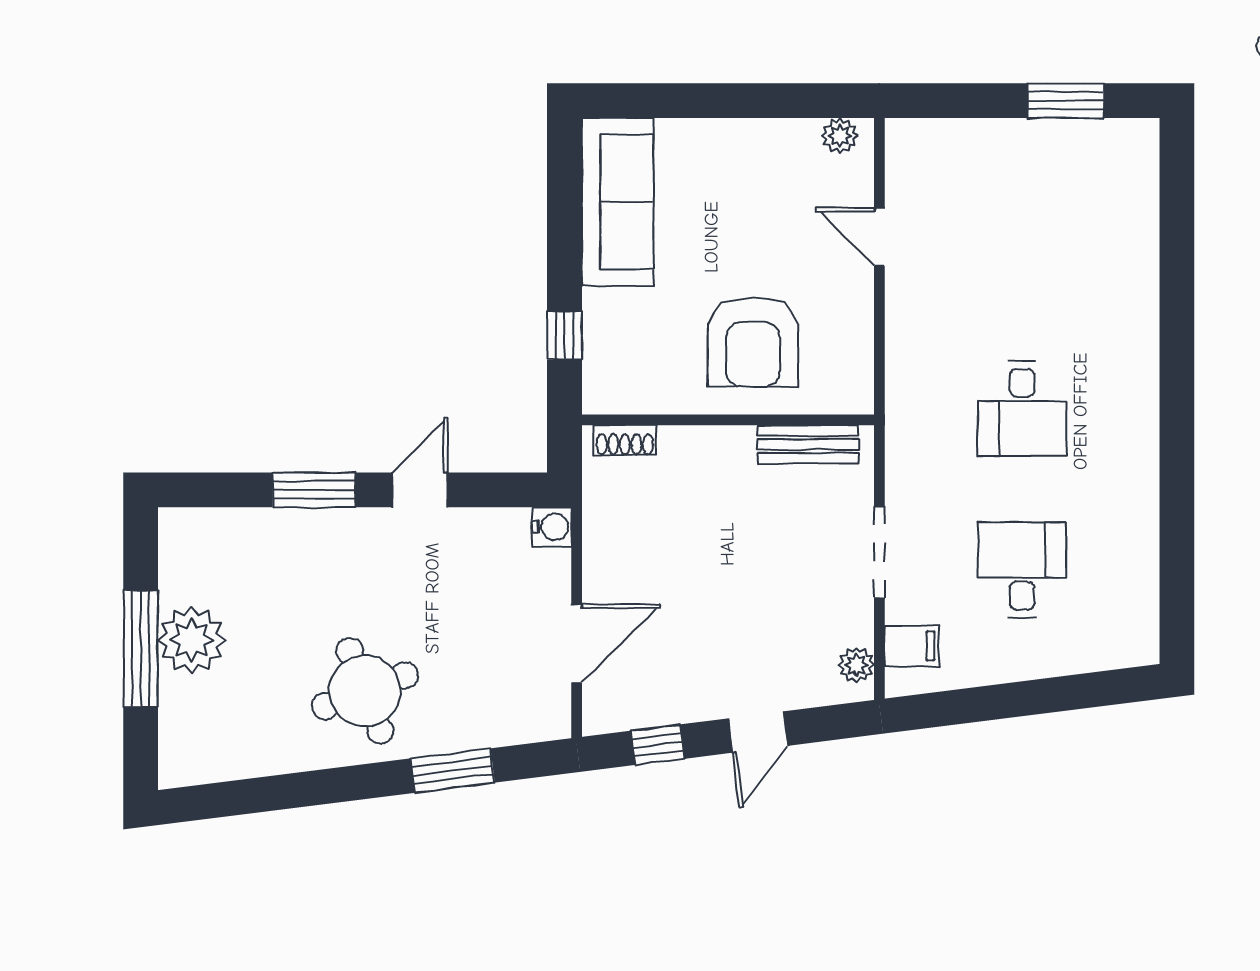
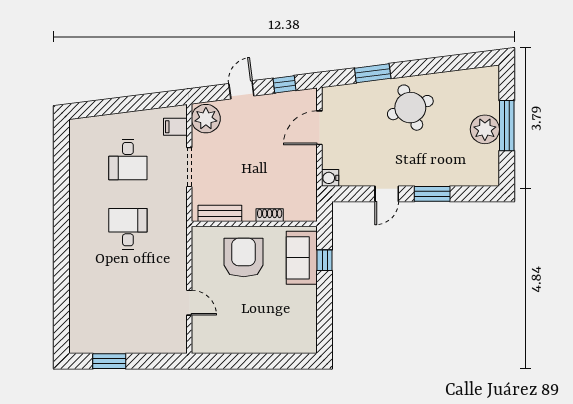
plant: (840, 136) -> (206, 346), removed
sofa: (618, 202) -> (302, 258), moved, width x0.73
shoe rack: (625, 440) -> (270, 215), moved
plant: (856, 665) -> (206, 119), width x1.88, depth x1.88

